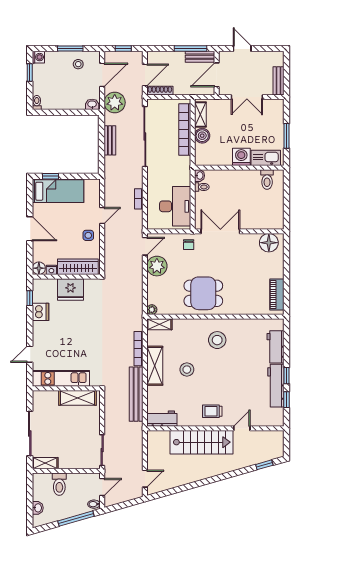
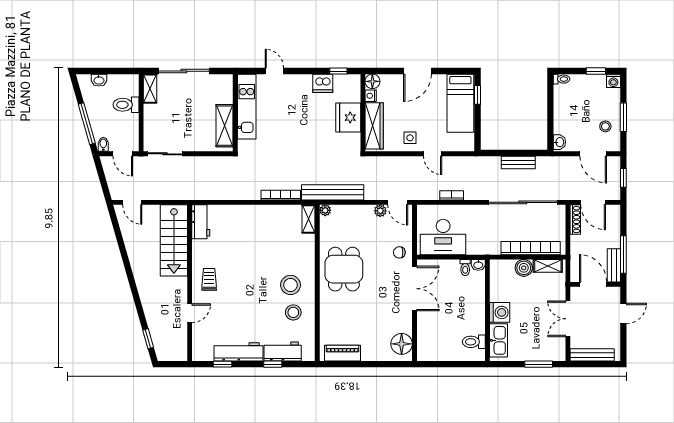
bench: (279, 81) -> (592, 355), width x1.36
plant: (115, 103) -> (562, 168), removed
window: (287, 136) -> (539, 364), moved
plant: (157, 266) -> (380, 211), width x0.53, depth x0.53
shelving: (155, 366) -> (261, 214), removed
stool: (187, 370) -> (293, 312), moved
window: (287, 376) -> (273, 364), moved
bench: (136, 394) -> (333, 192), moved
door: (242, 428) -> (190, 313), hinge flipped
stairs: (201, 442) -> (174, 240), moved

